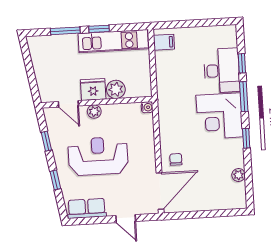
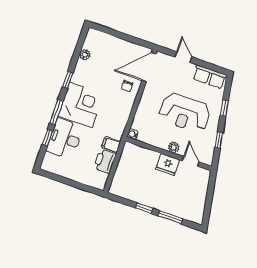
kitchen unit: (113, 41) -> (137, 195), removed
filing cabinet: (164, 42) -> (111, 145), moved
printer: (166, 64) -> (105, 161), added
plant: (116, 89) -> (150, 157), removed

